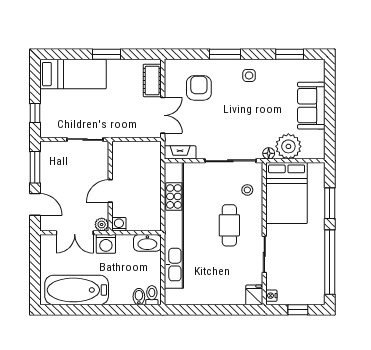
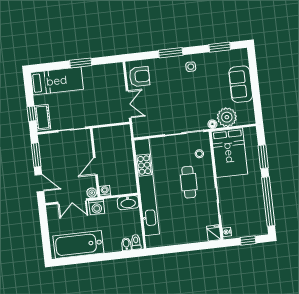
cot: (152, 80) -> (42, 117), moved
armchair: (199, 88) -> (139, 76), moved, turned 90
fireplace: (180, 152) -> (145, 131), removed

